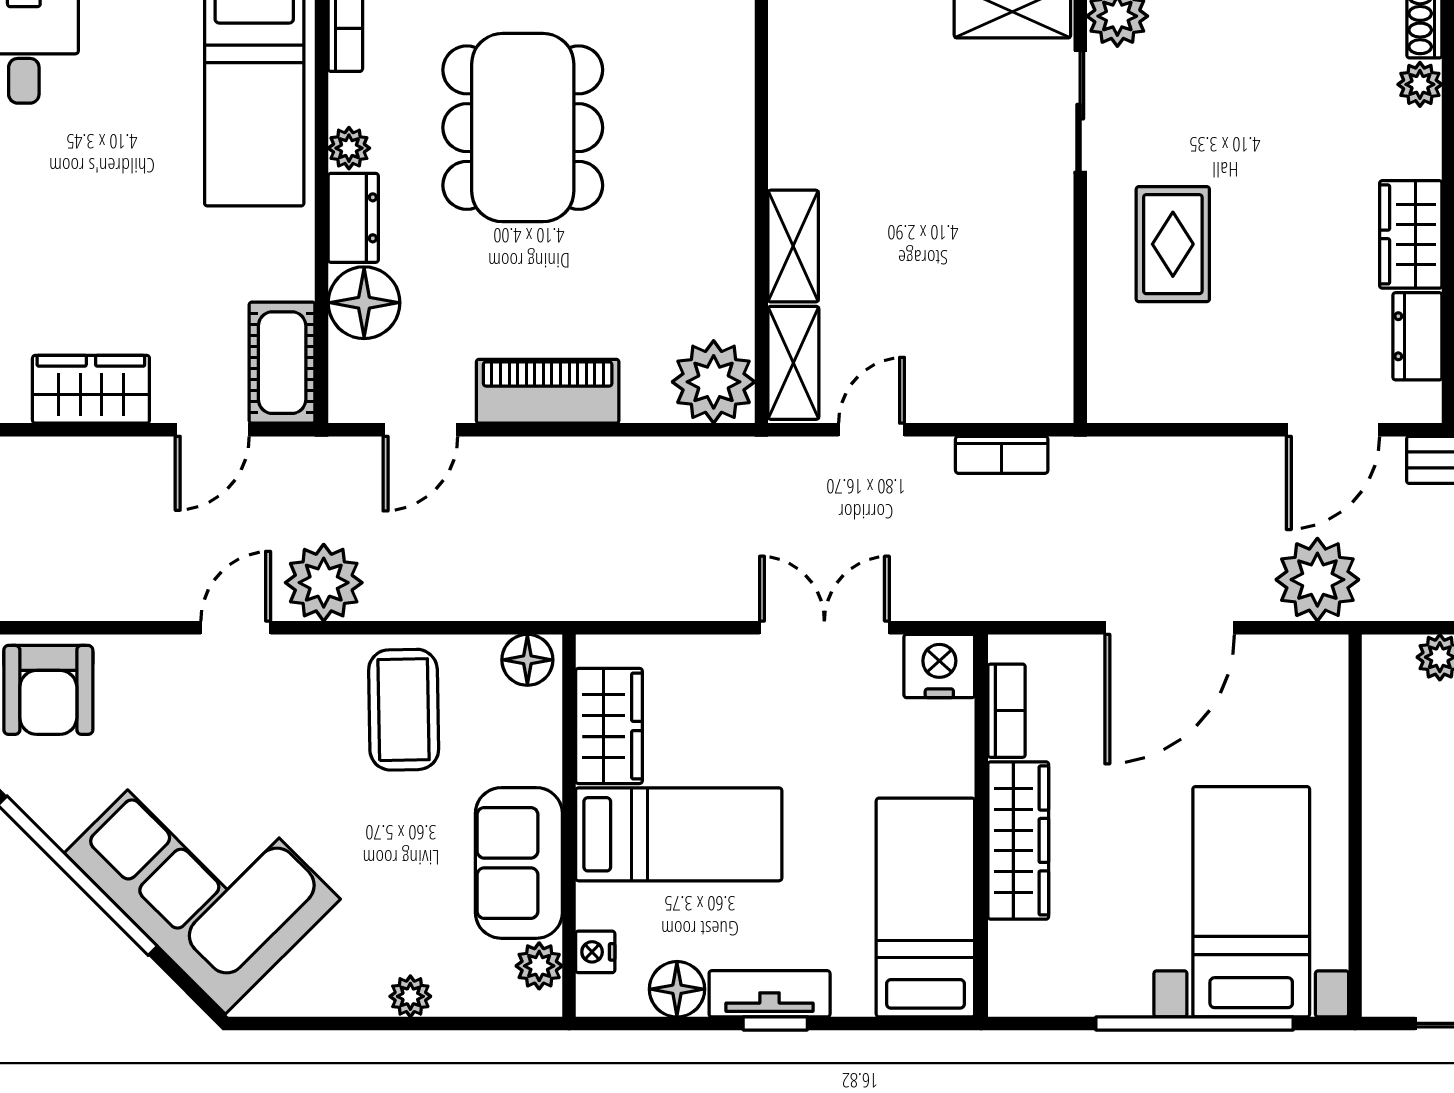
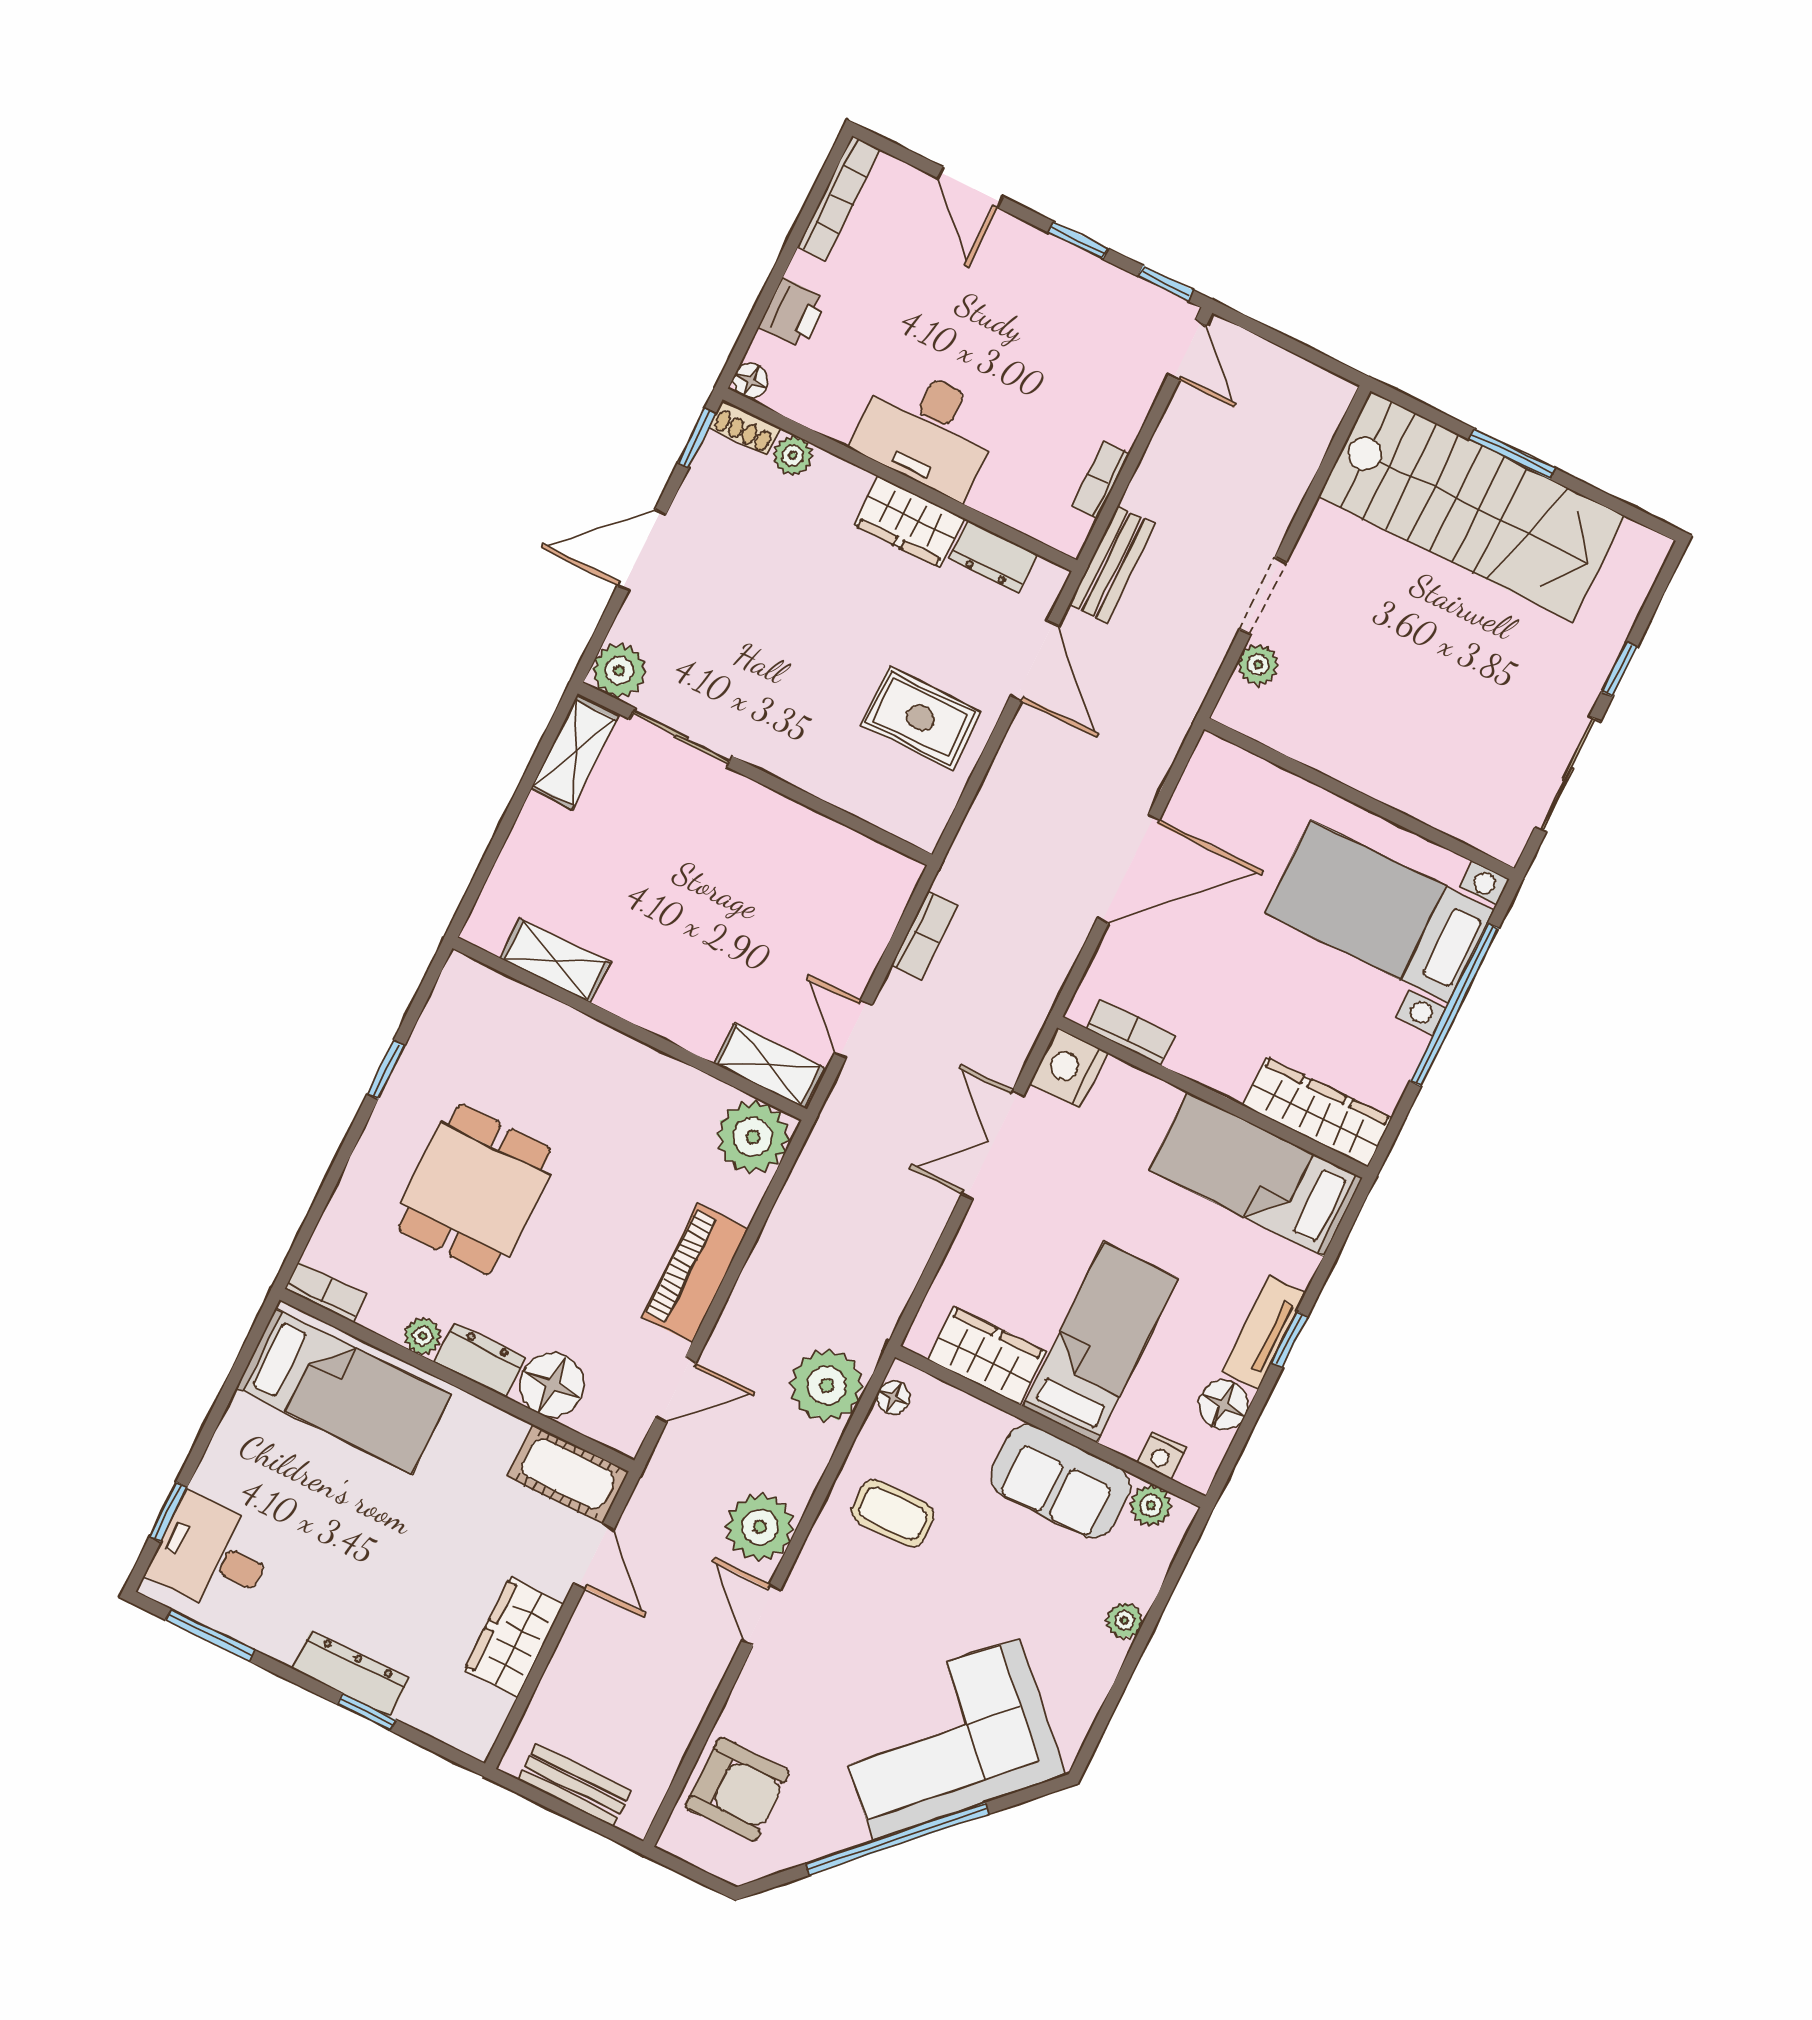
dining table: (523, 128) -> (475, 1189), width x0.73
rug: (1173, 244) -> (921, 718), moved
shelving: (793, 246) -> (555, 960), moved
door: (420, 430) -> (676, 1390), hinge flipped
plant: (1317, 580) -> (827, 1385), moved
door: (1170, 628) -> (1128, 869), hinge flipped
floor lamp: (527, 660) -> (893, 1398), width x0.73, depth x0.73
coffee table: (404, 710) -> (893, 1513), width x0.73, depth x0.77
wardrobe: (1018, 840) -> (1317, 1112), moved

